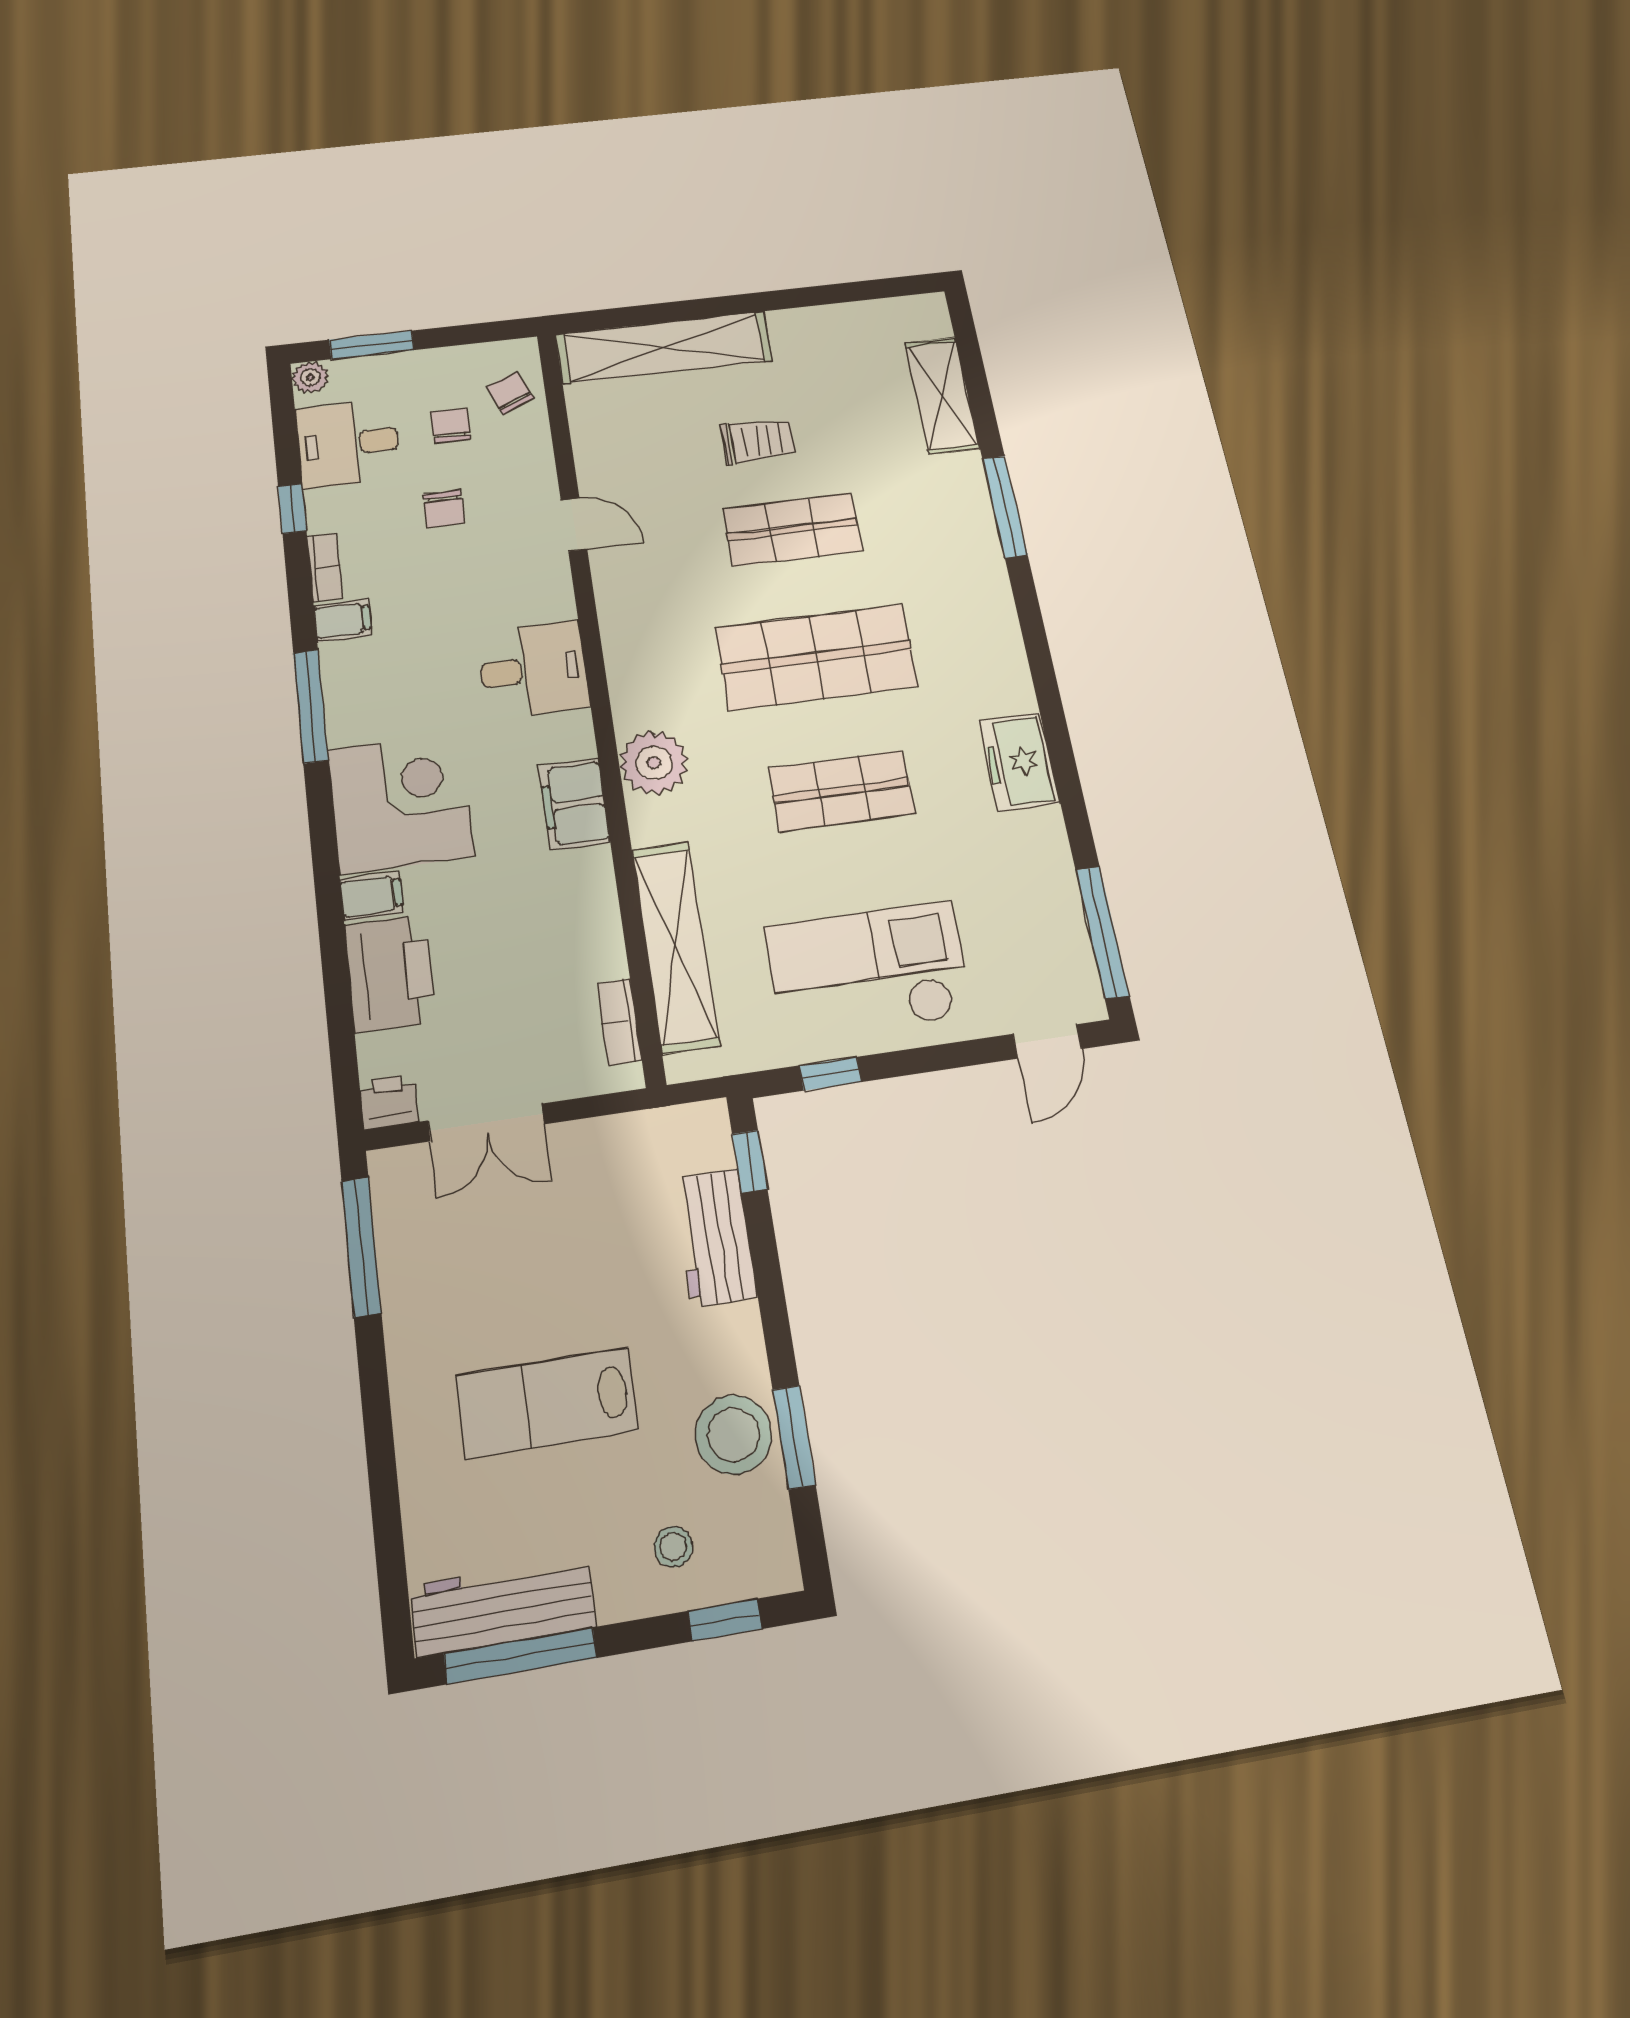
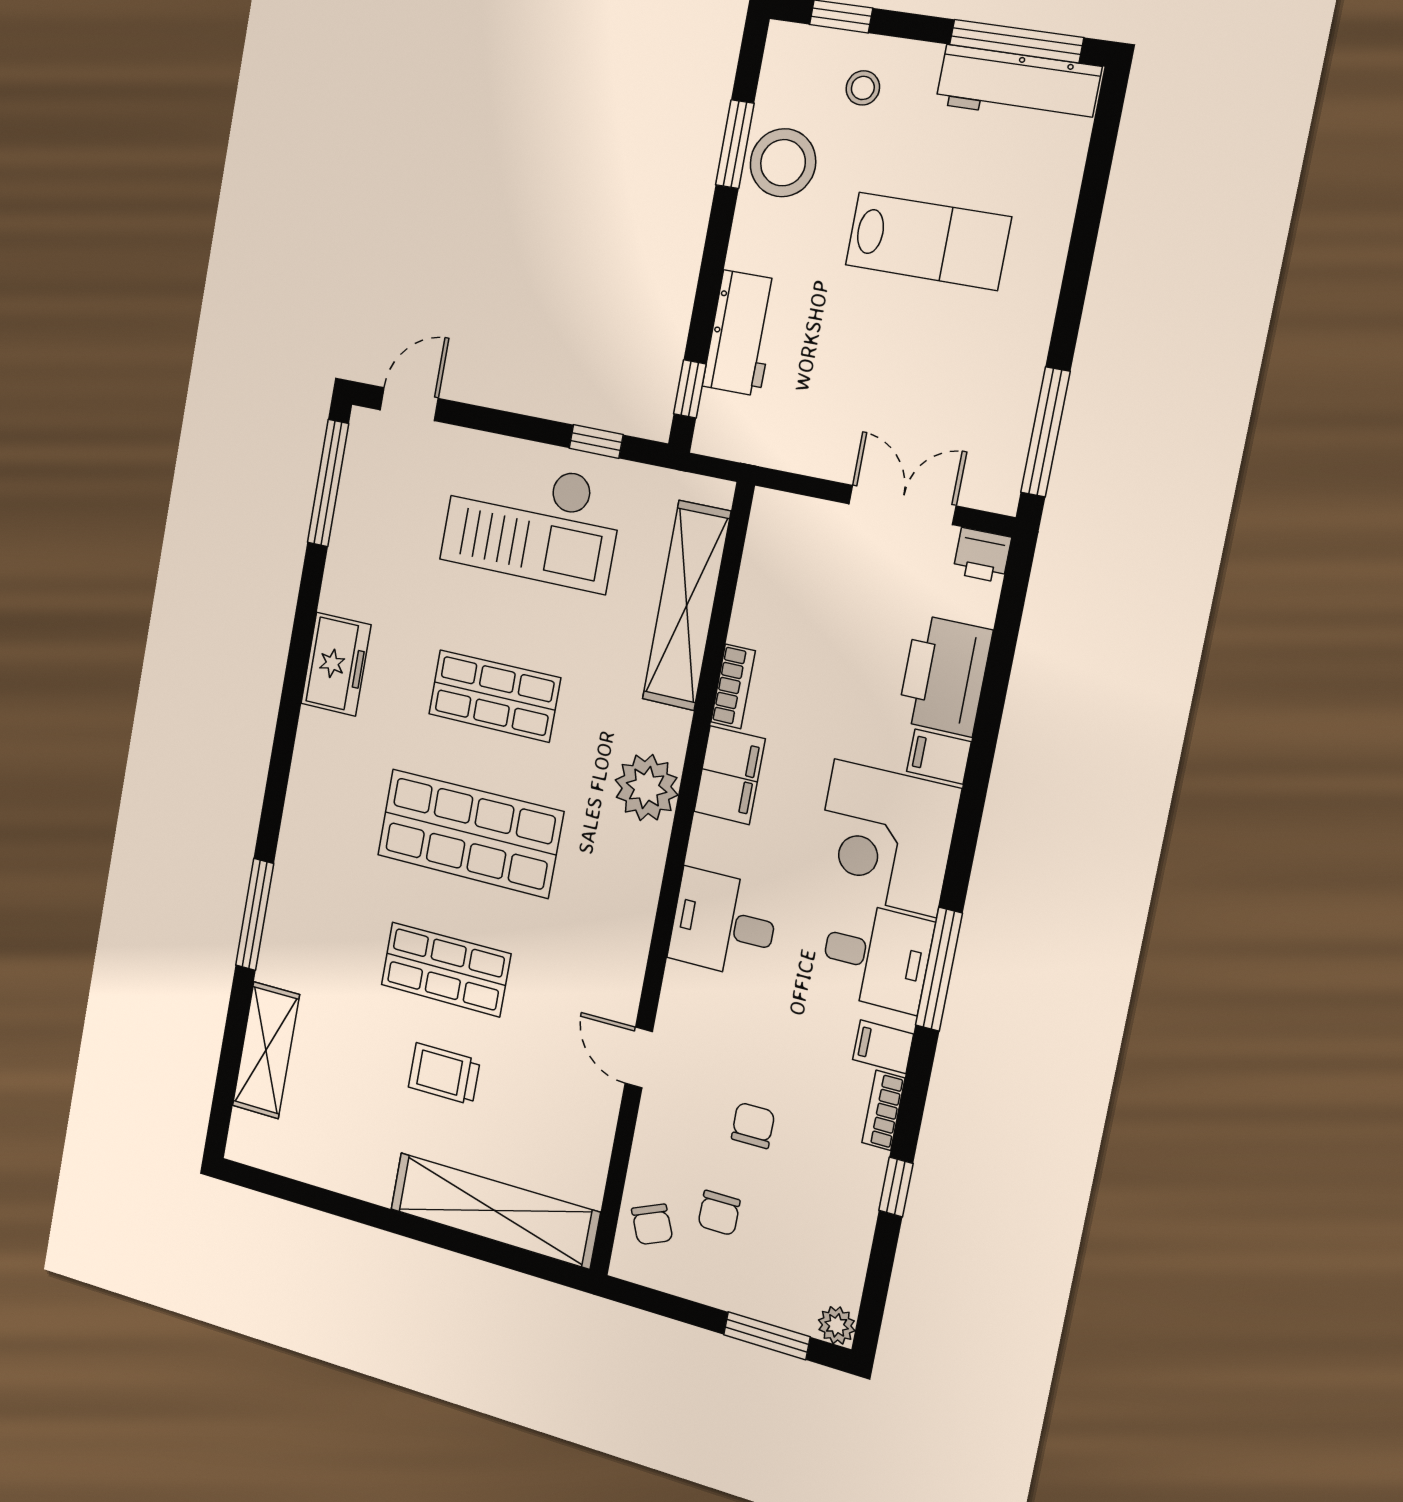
desk: (348, 444) -> (876, 956), moved
bookcase: (619, 1022) -> (733, 686), moved

